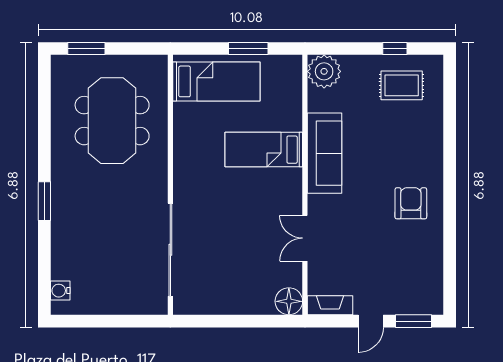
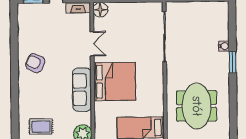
bed: (264, 150) -> (115, 81), width x2.04
armchair: (411, 203) -> (35, 63), turned 115
water cooler: (60, 291) -> (224, 46), moved

